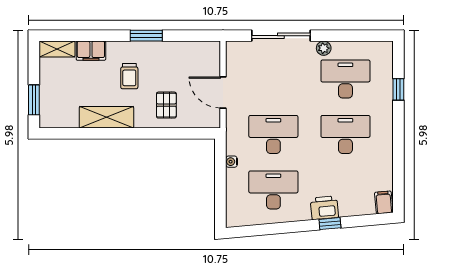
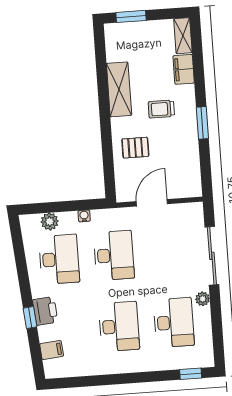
window: (398, 89) -> (191, 374), moved
plant: (235, 197) -> (50, 221), added
filing cabinet: (384, 202) -> (52, 350), moved

